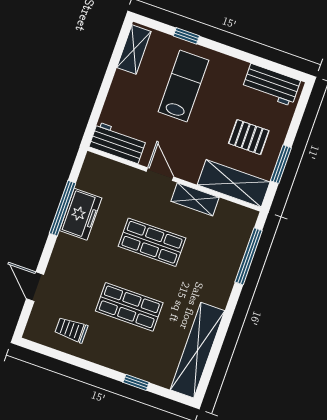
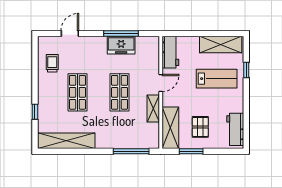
shelving: (134, 49) -> (221, 45), width x1.50, depth x1.33

